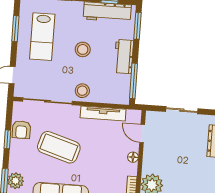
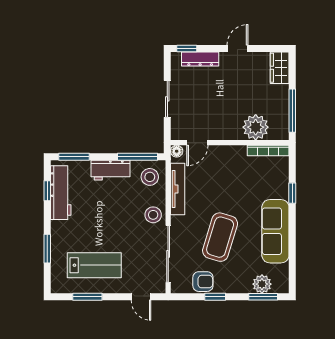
stool: (83, 49) -> (150, 177), moved
floor lamp: (133, 157) -> (177, 151), moved

